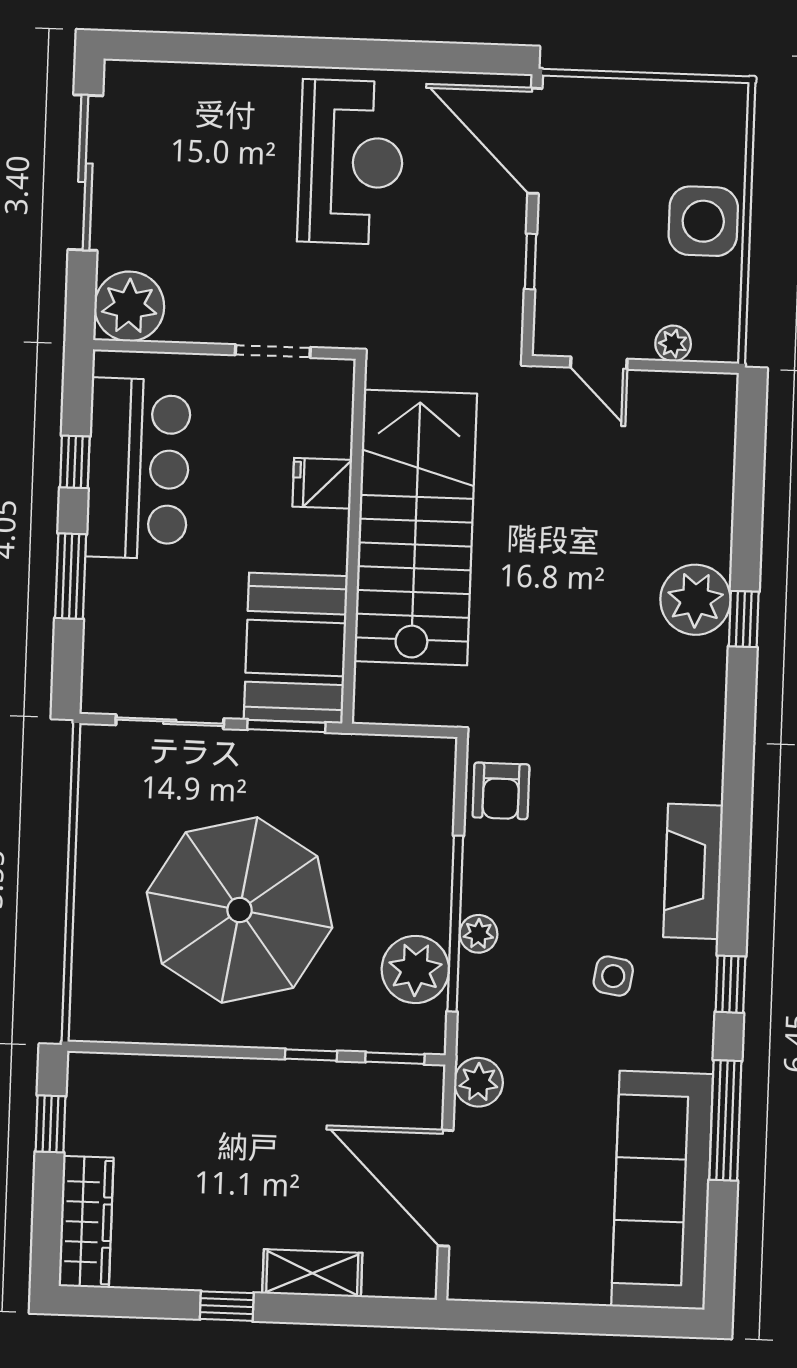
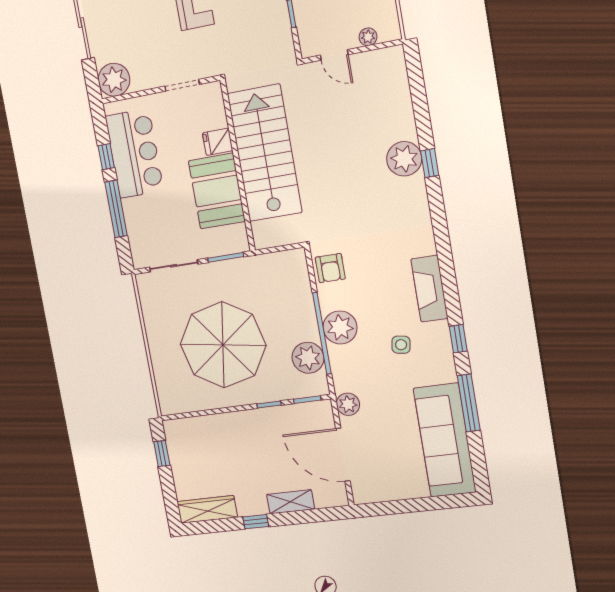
window: (71, 576) -> (116, 209), width x1.44
booth: (296, 648) -> (217, 191), moved
plant: (478, 934) -> (340, 327), width x1.88, depth x1.88
wardrobe: (86, 1222) -> (207, 509), moved, turned -90

